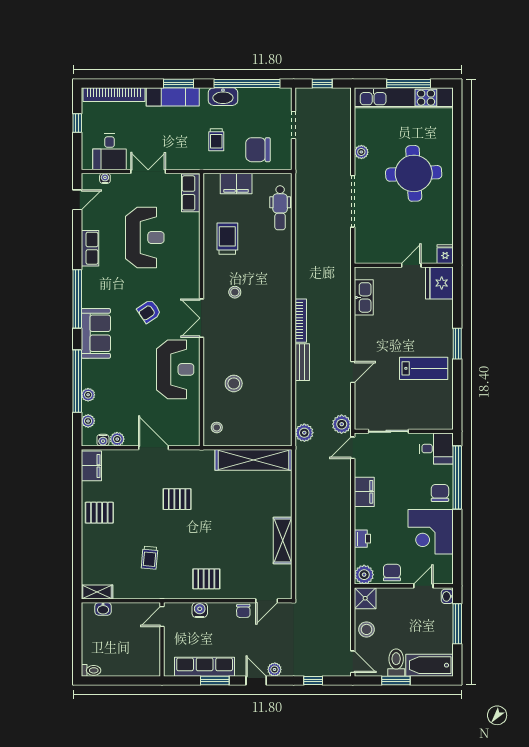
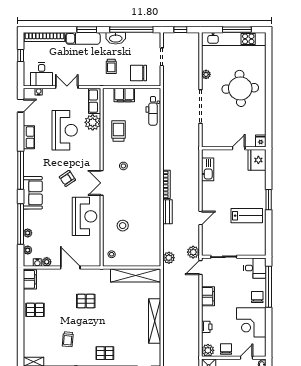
plant: (188, 225) -> (93, 122), added
shelving: (283, 541) -> (155, 321), width x1.47

